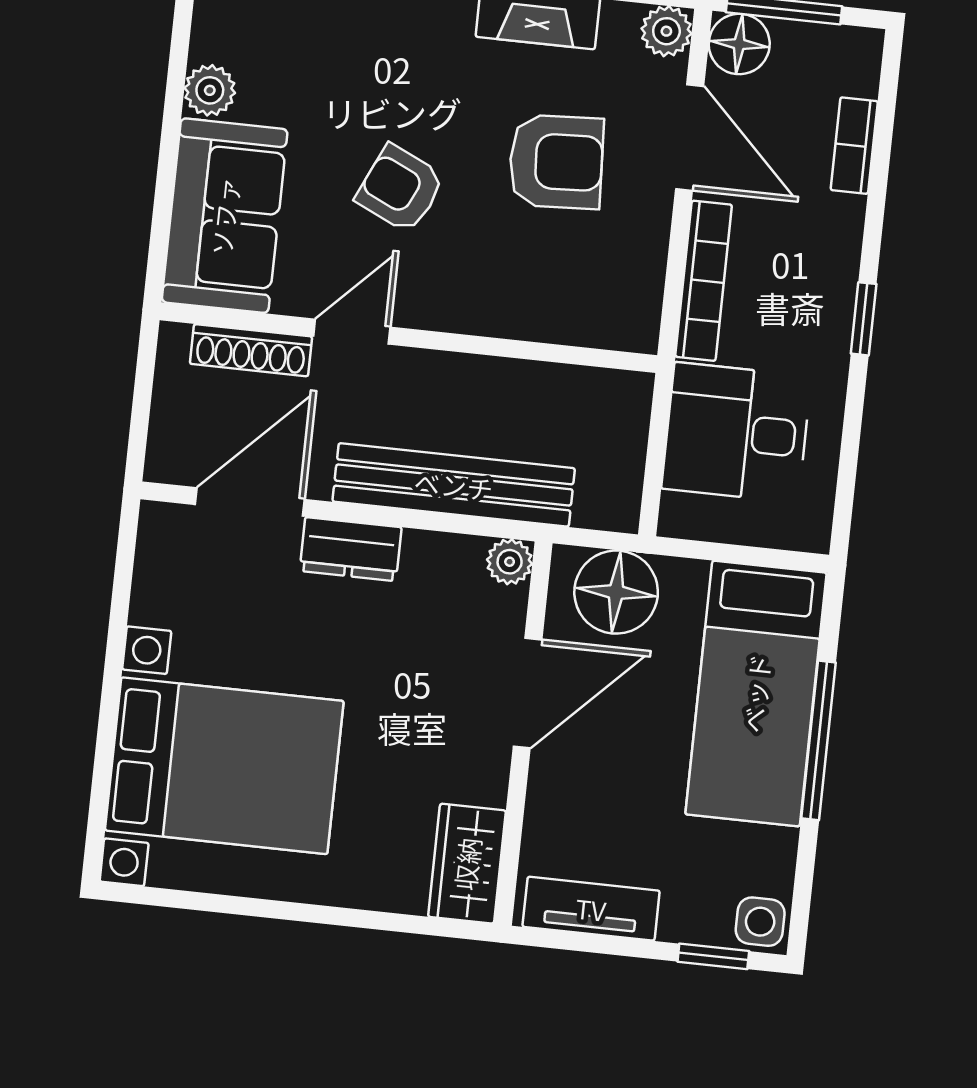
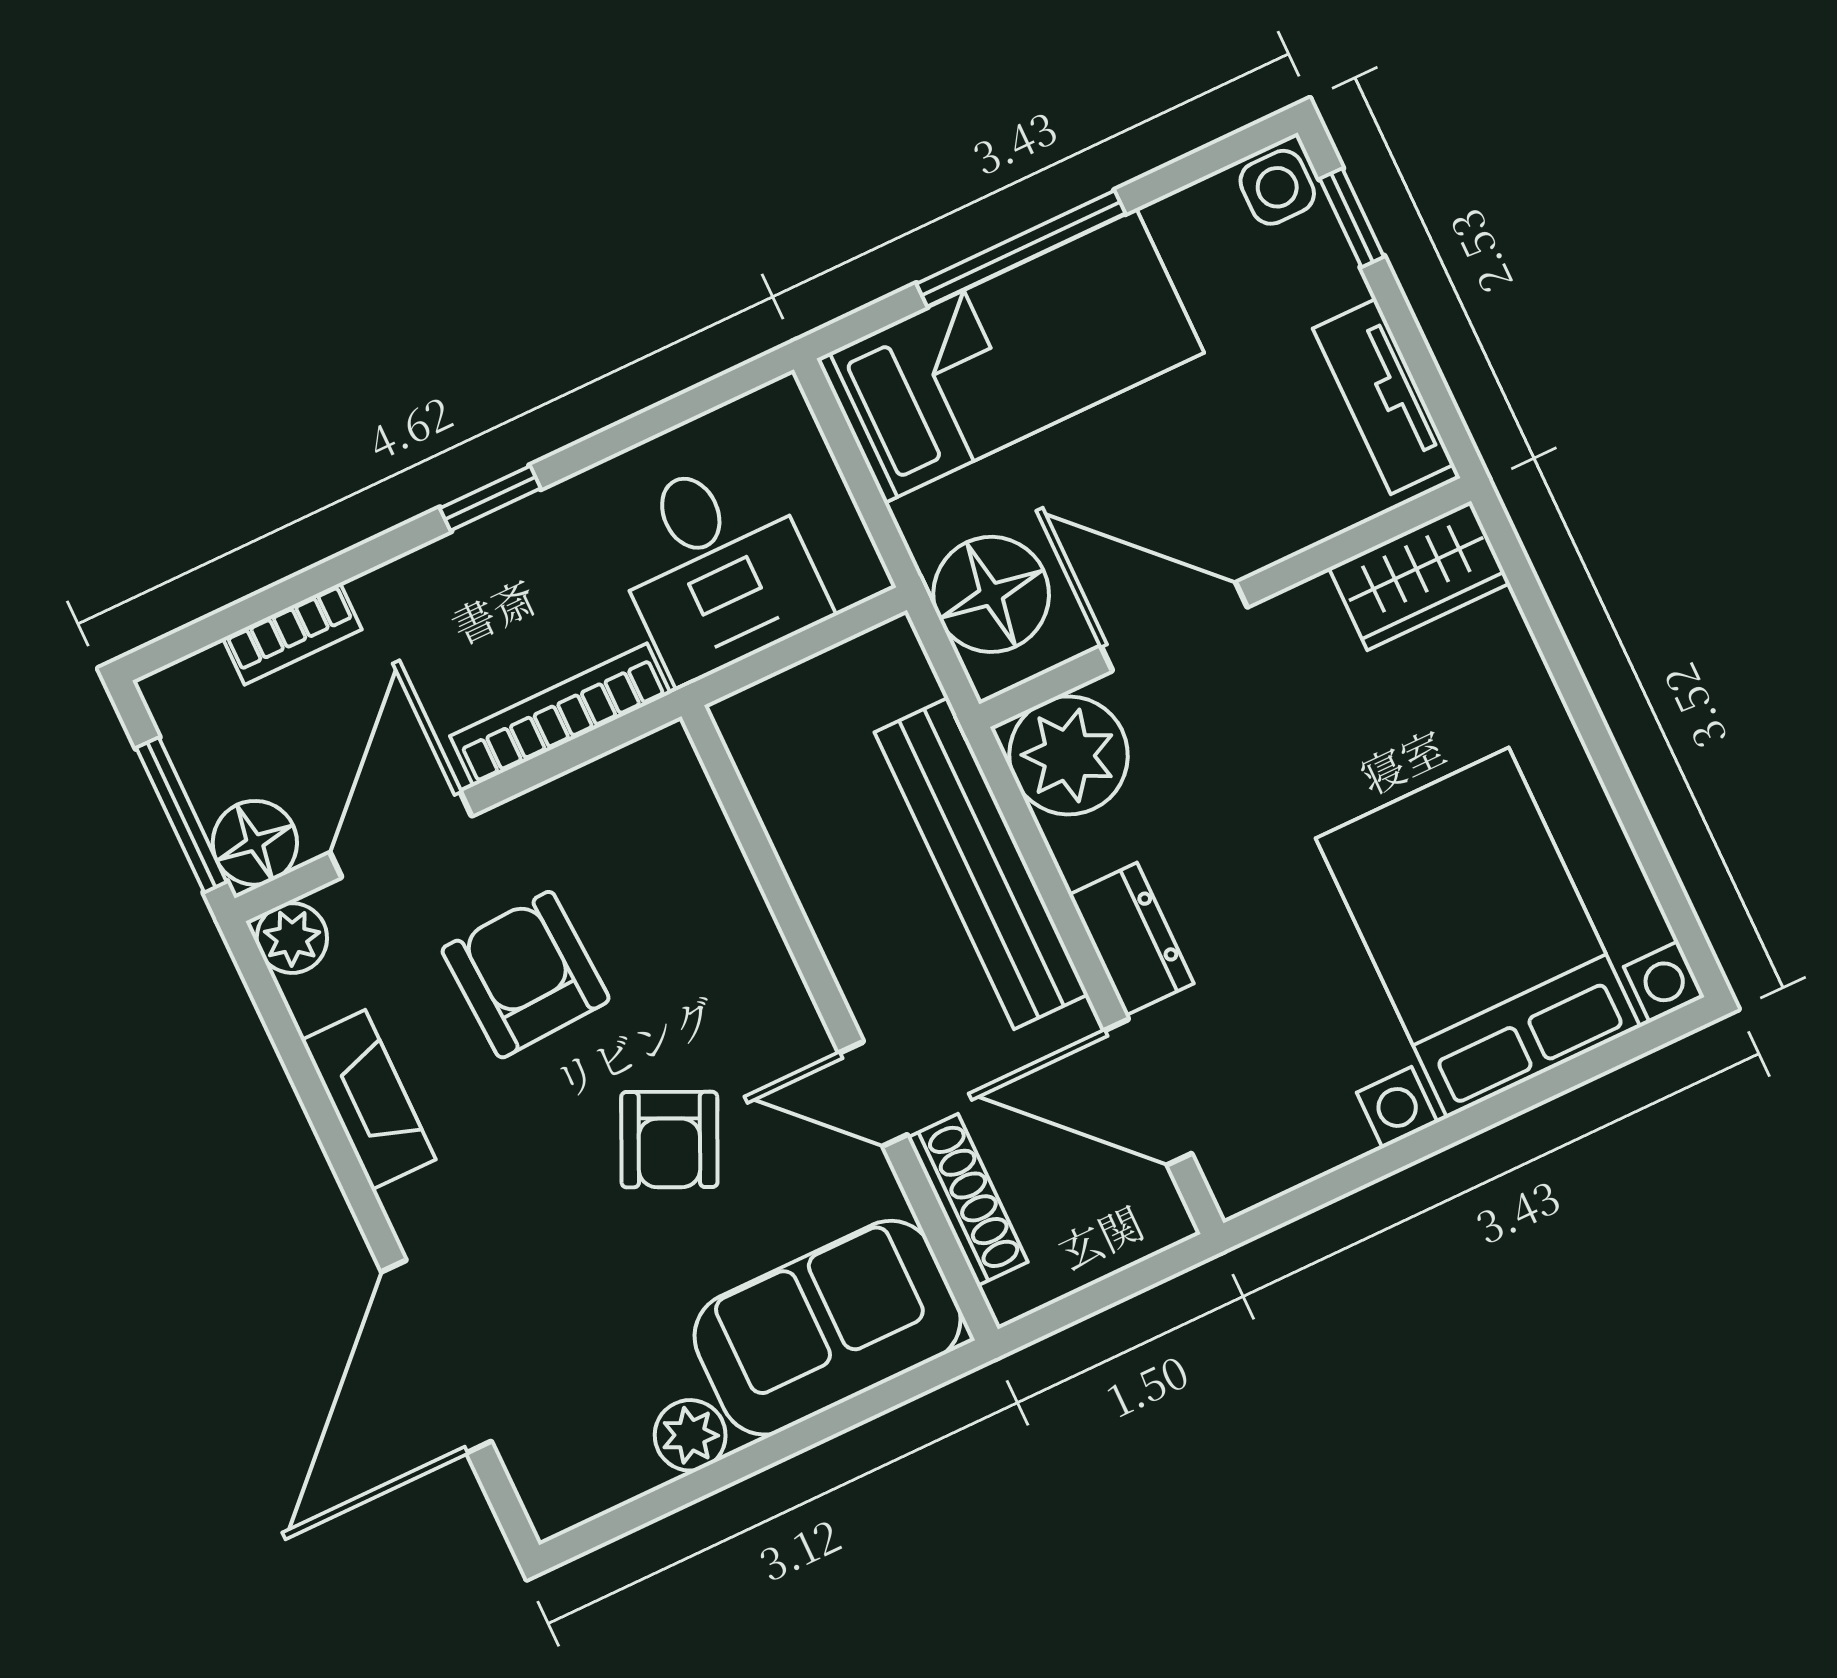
plant: (510, 562) -> (1069, 755), width x1.88, depth x1.88

